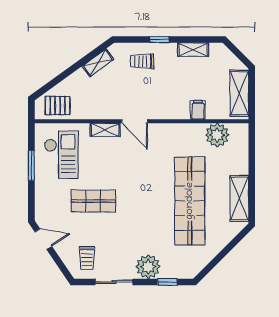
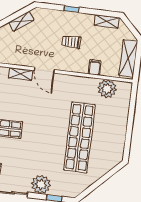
shelving: (193, 50) -> (107, 21), moved
trolley: (142, 61) -> (71, 42), moved
shelving: (239, 198) -> (118, 140), removed

